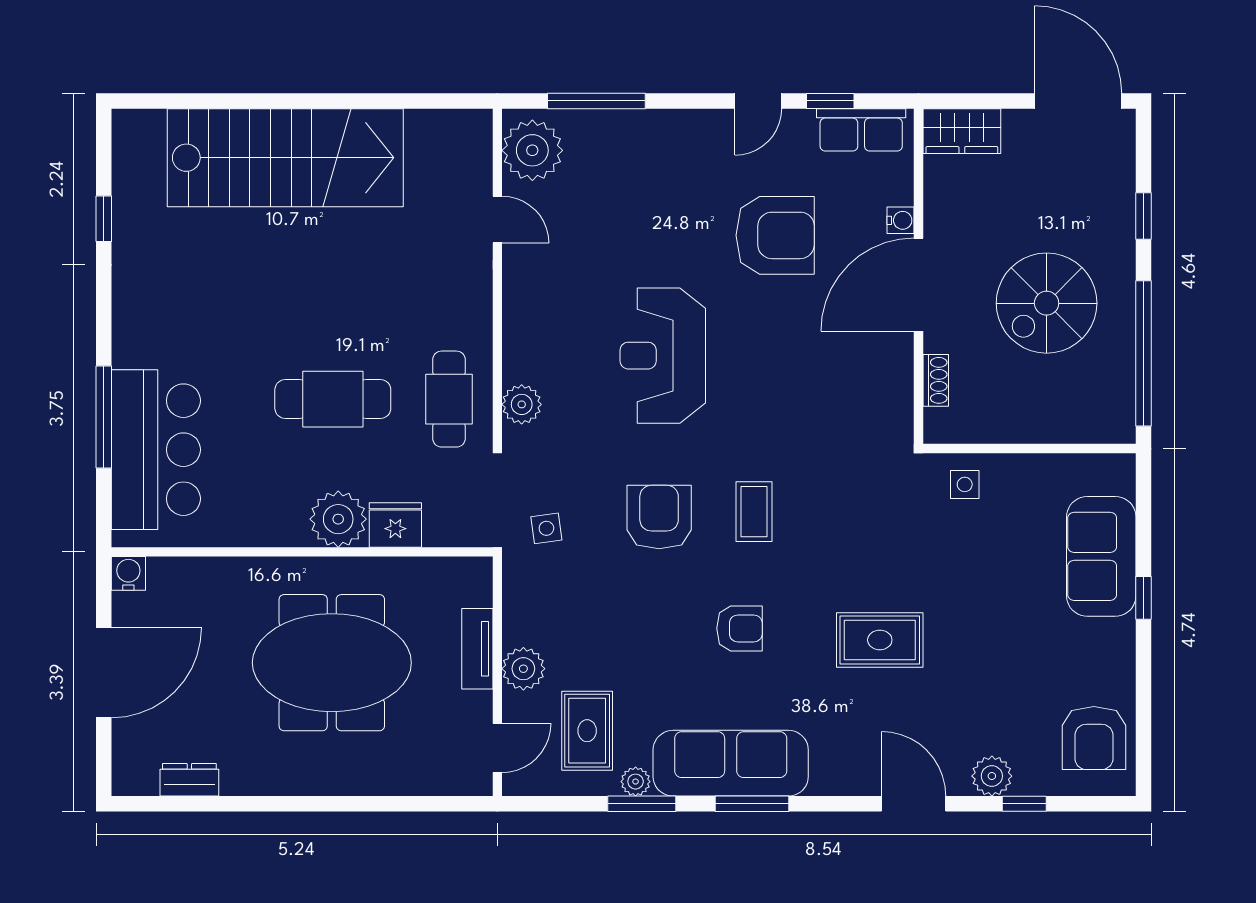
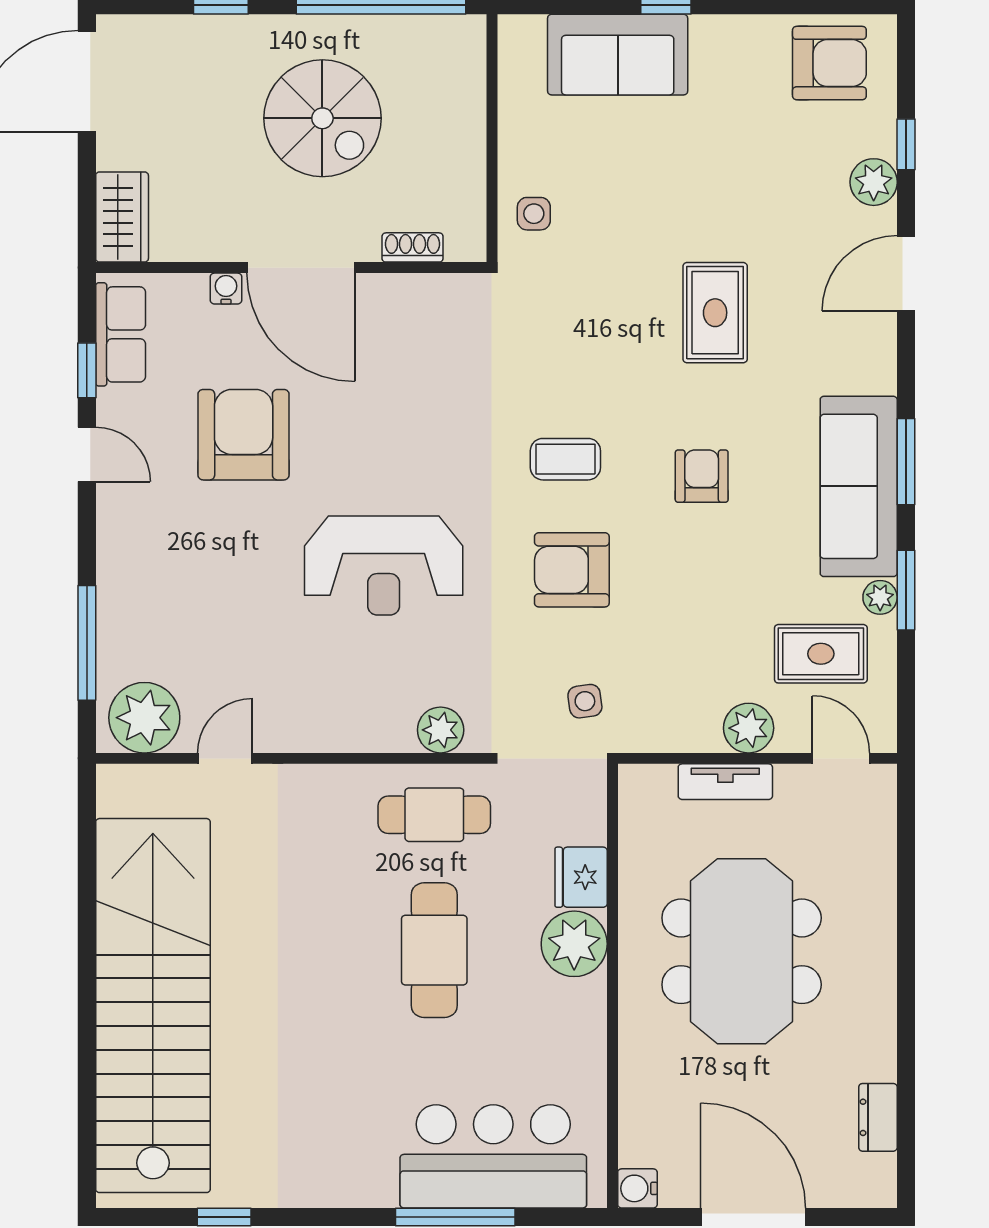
stairs: (285, 158) -> (153, 1006), width x1.36

